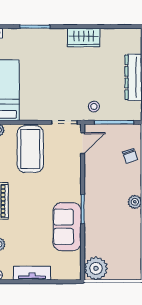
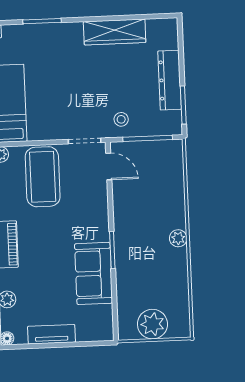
wardrobe: (84, 38) -> (115, 32), width x1.50
door: (83, 143) -> (109, 166), hinge flipped
chair: (130, 156) -> (170, 180), removed
plant: (96, 268) -> (152, 324), moved

